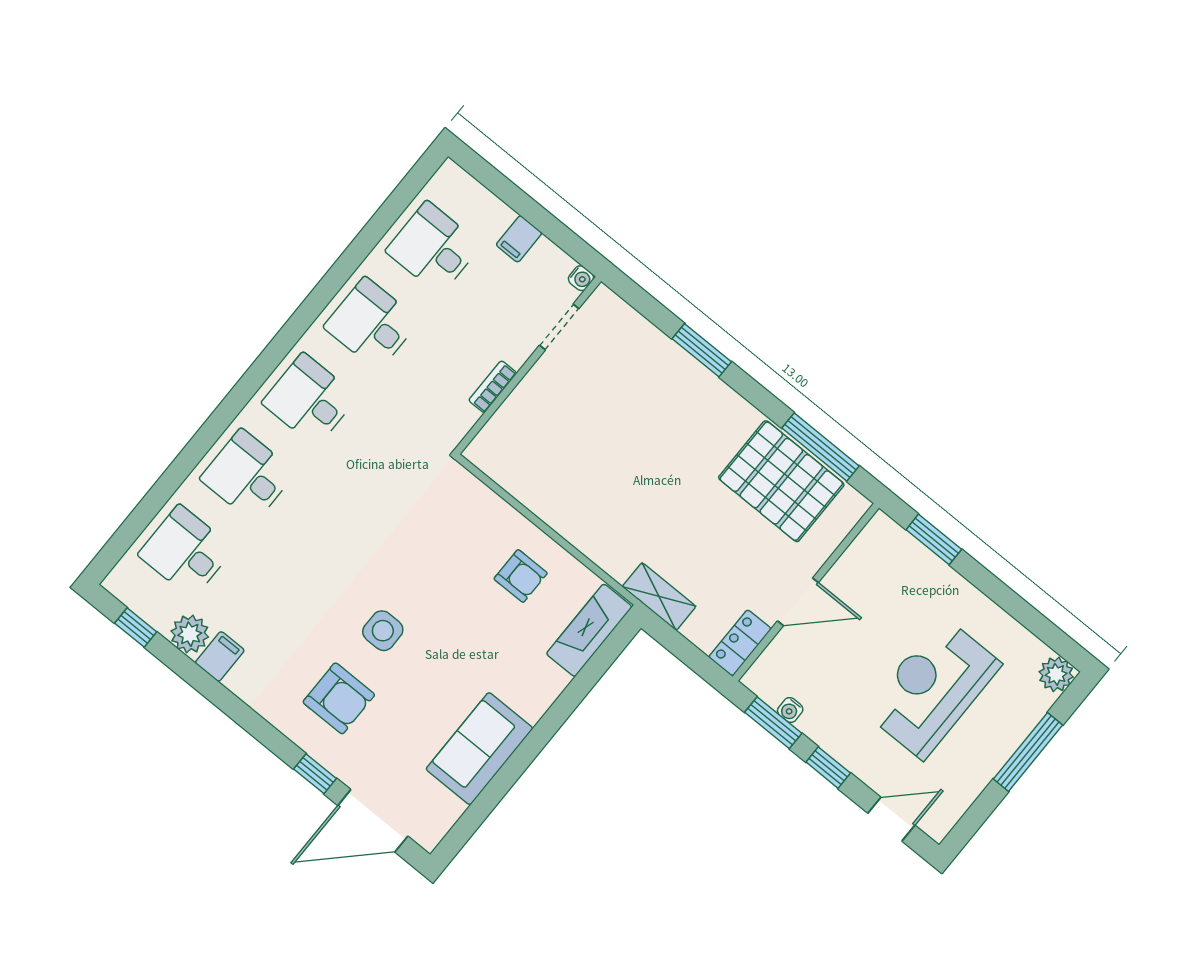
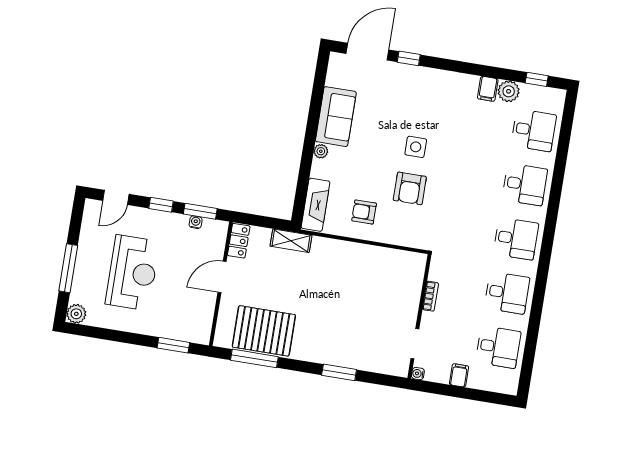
armchair: (339, 698) -> (410, 188), moved, turned -90
plant: (533, 708) -> (321, 151), added

